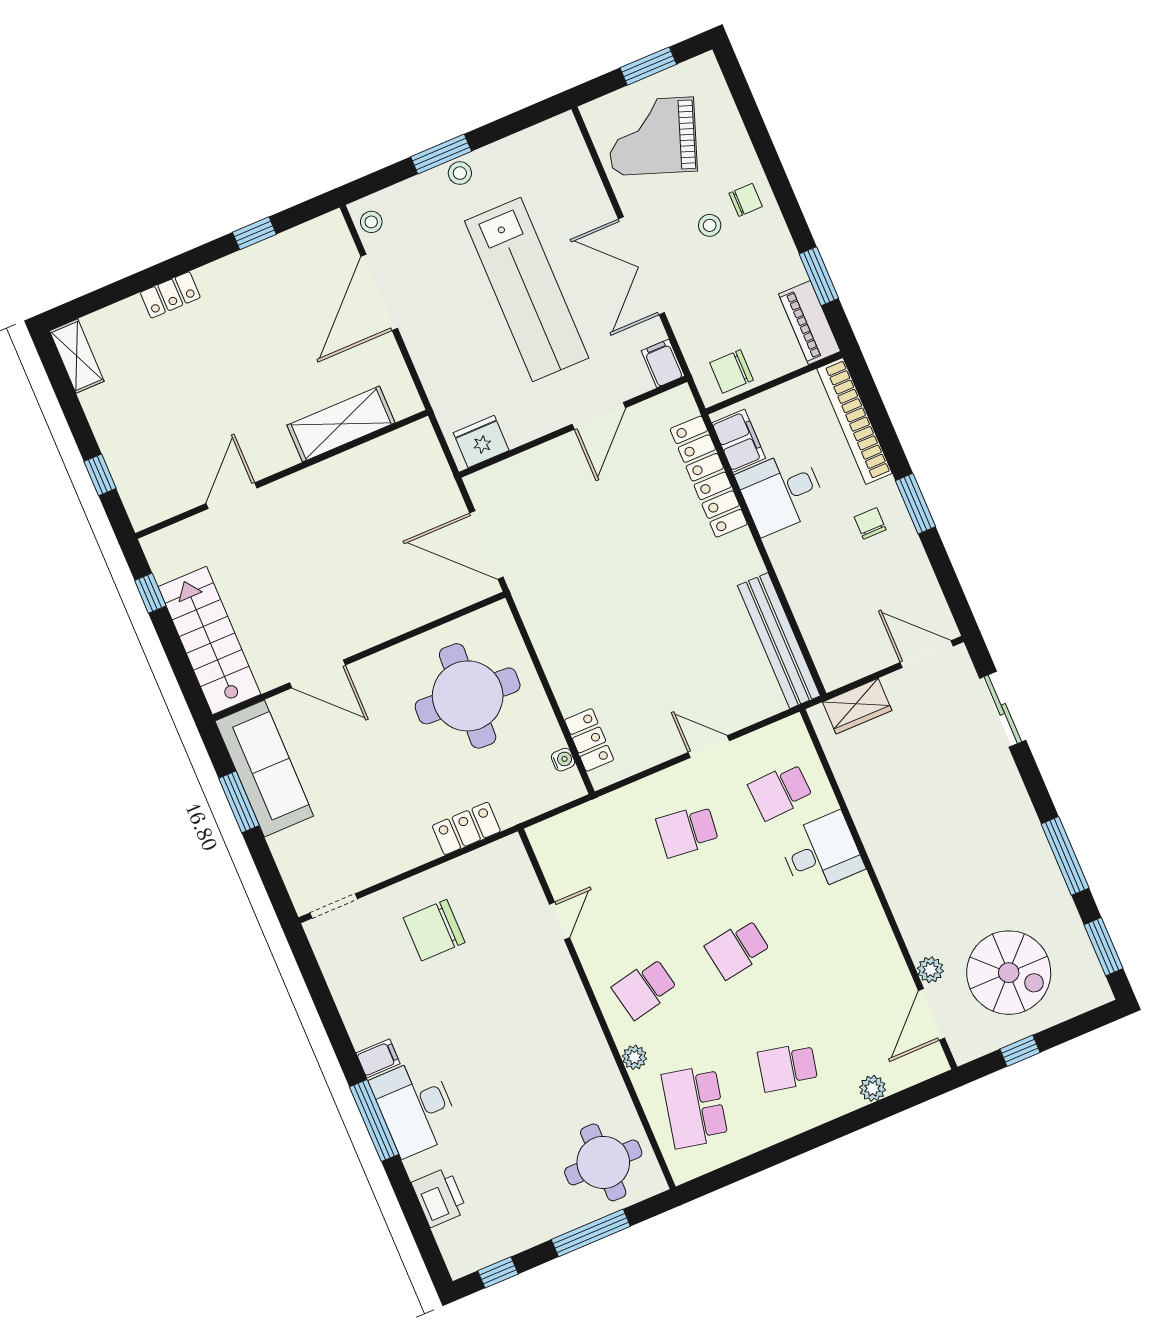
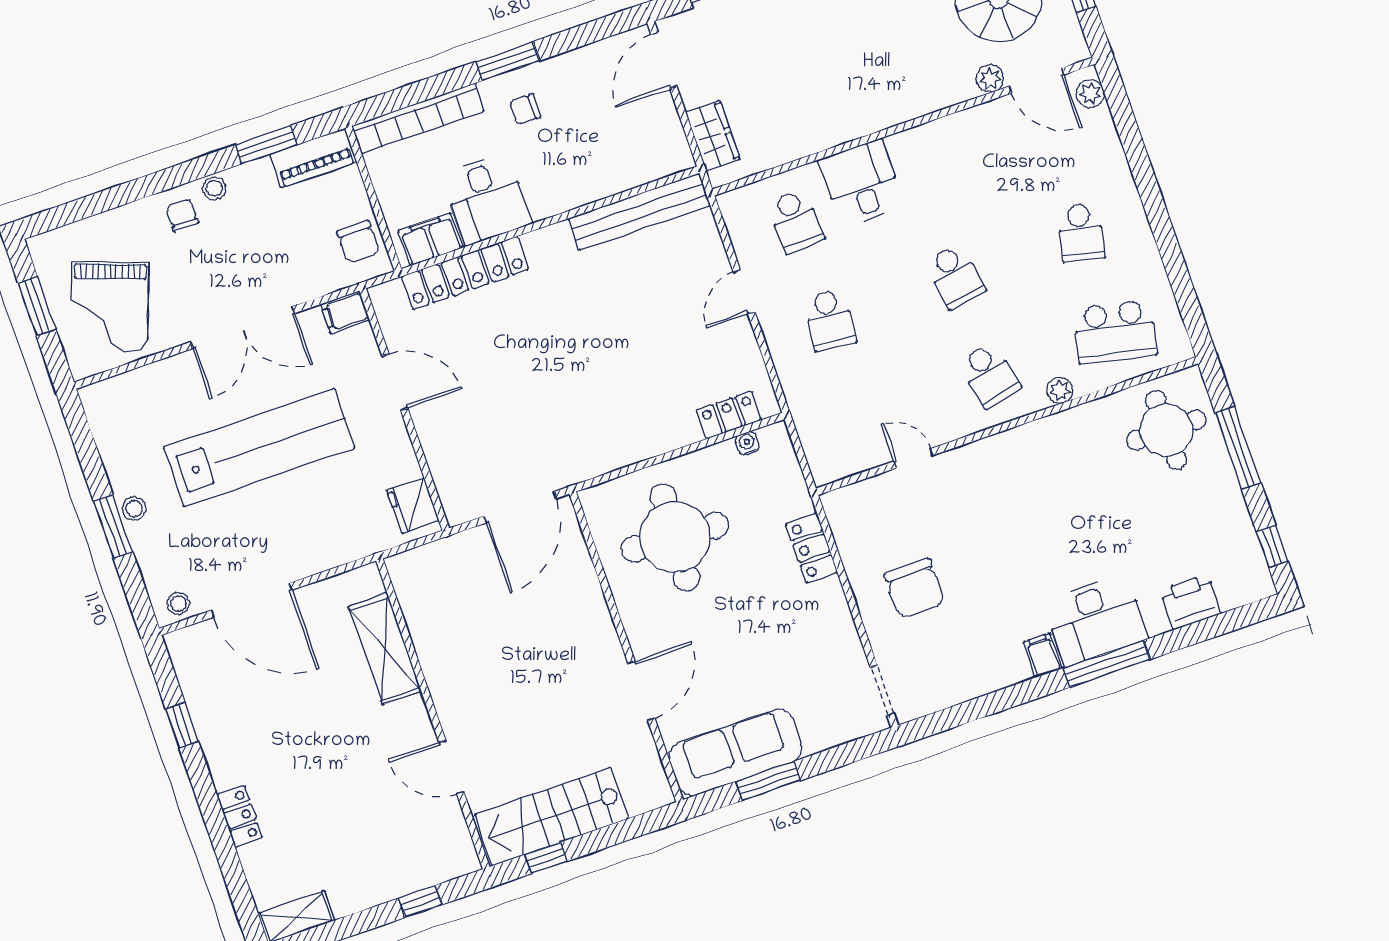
stool: (710, 225) -> (214, 188), moved
stairs: (209, 641) -> (552, 817), moved
plant: (873, 1088) -> (1090, 94), moved

